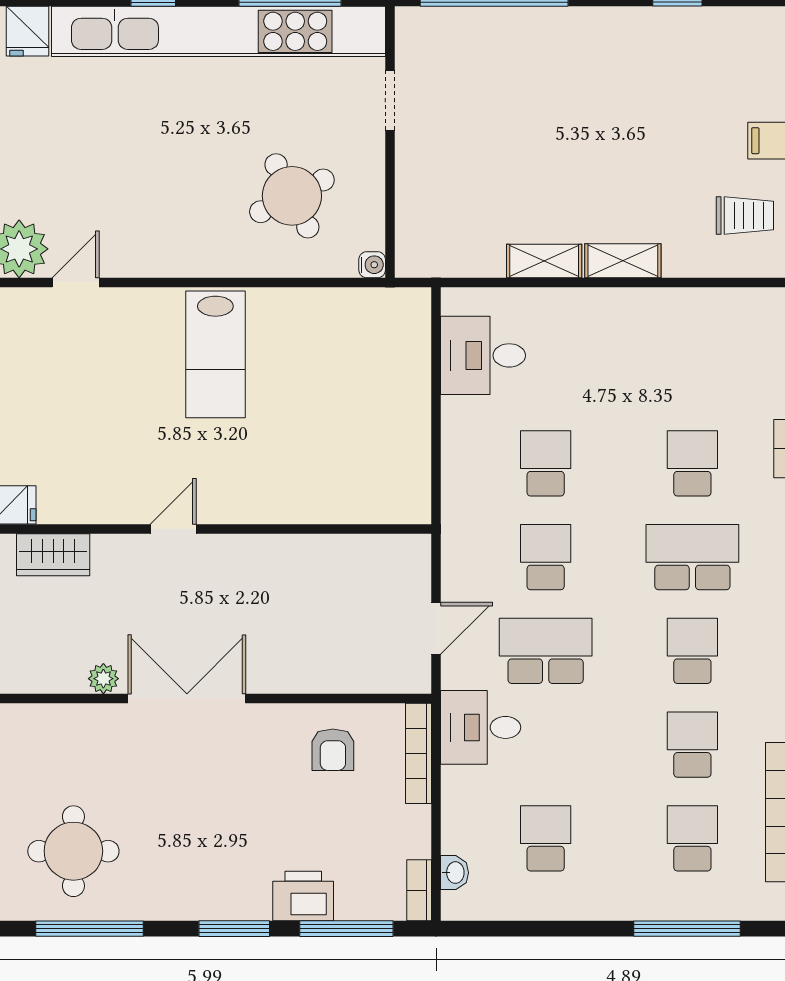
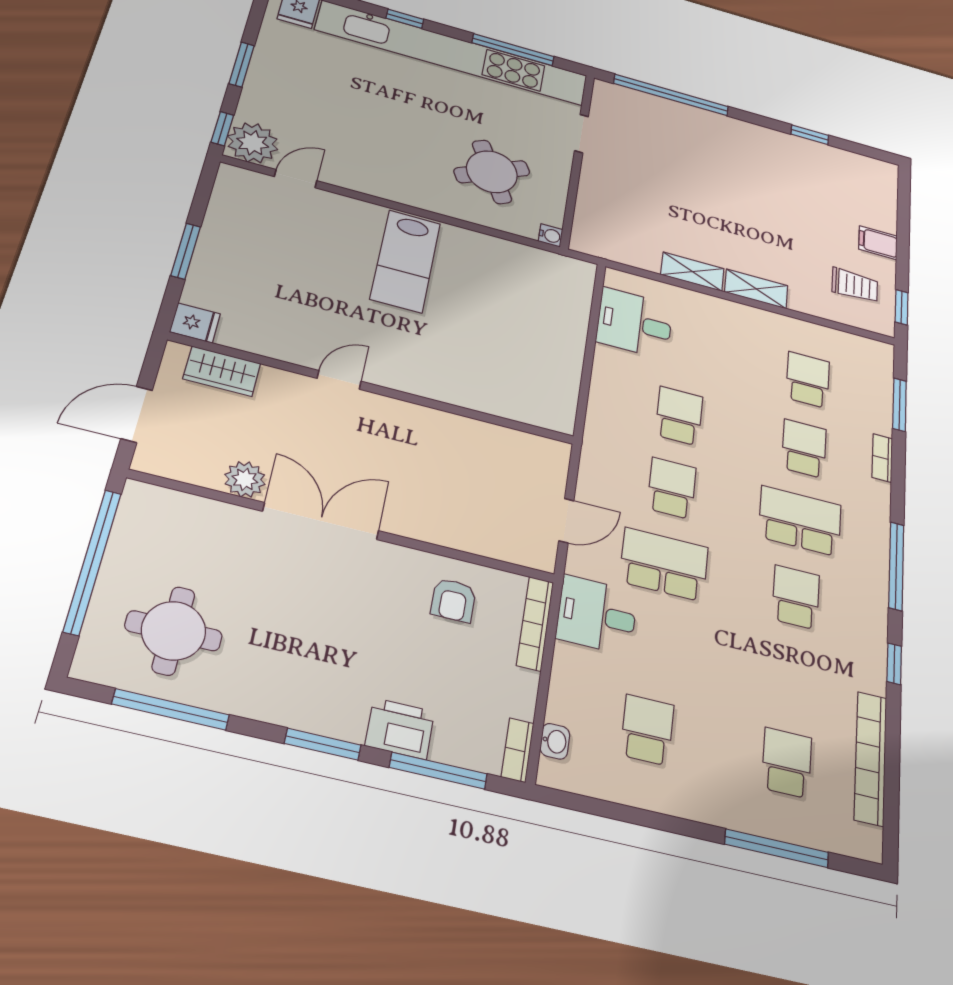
plant: (103, 679) -> (245, 479), width x1.38, depth x1.38
school desk: (692, 745) -> (808, 380), moved

